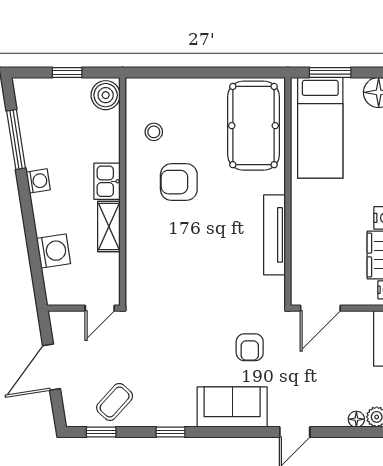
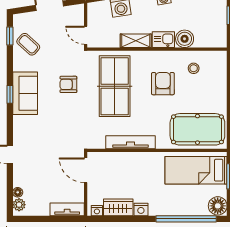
boiler: (106, 95) -> (185, 39), moved
table tennis table: (183, 261) -> (115, 86), added
armchair: (250, 347) -> (68, 84), moved
sofa: (232, 407) -> (25, 93), moved
window: (171, 432) -> (10, 94), moved

